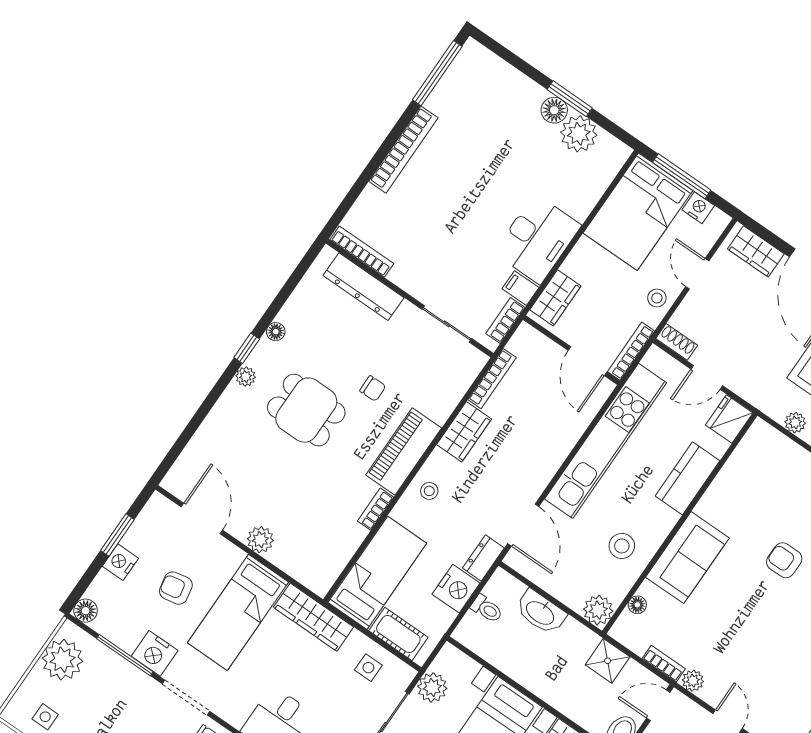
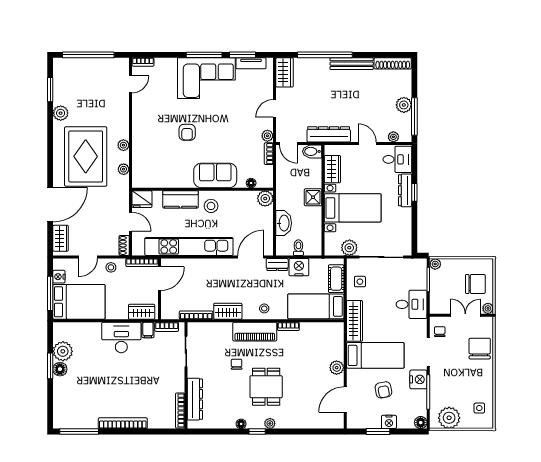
stool: (622, 546) -> (211, 206), moved
shower: (608, 661) -> (313, 197), moved

